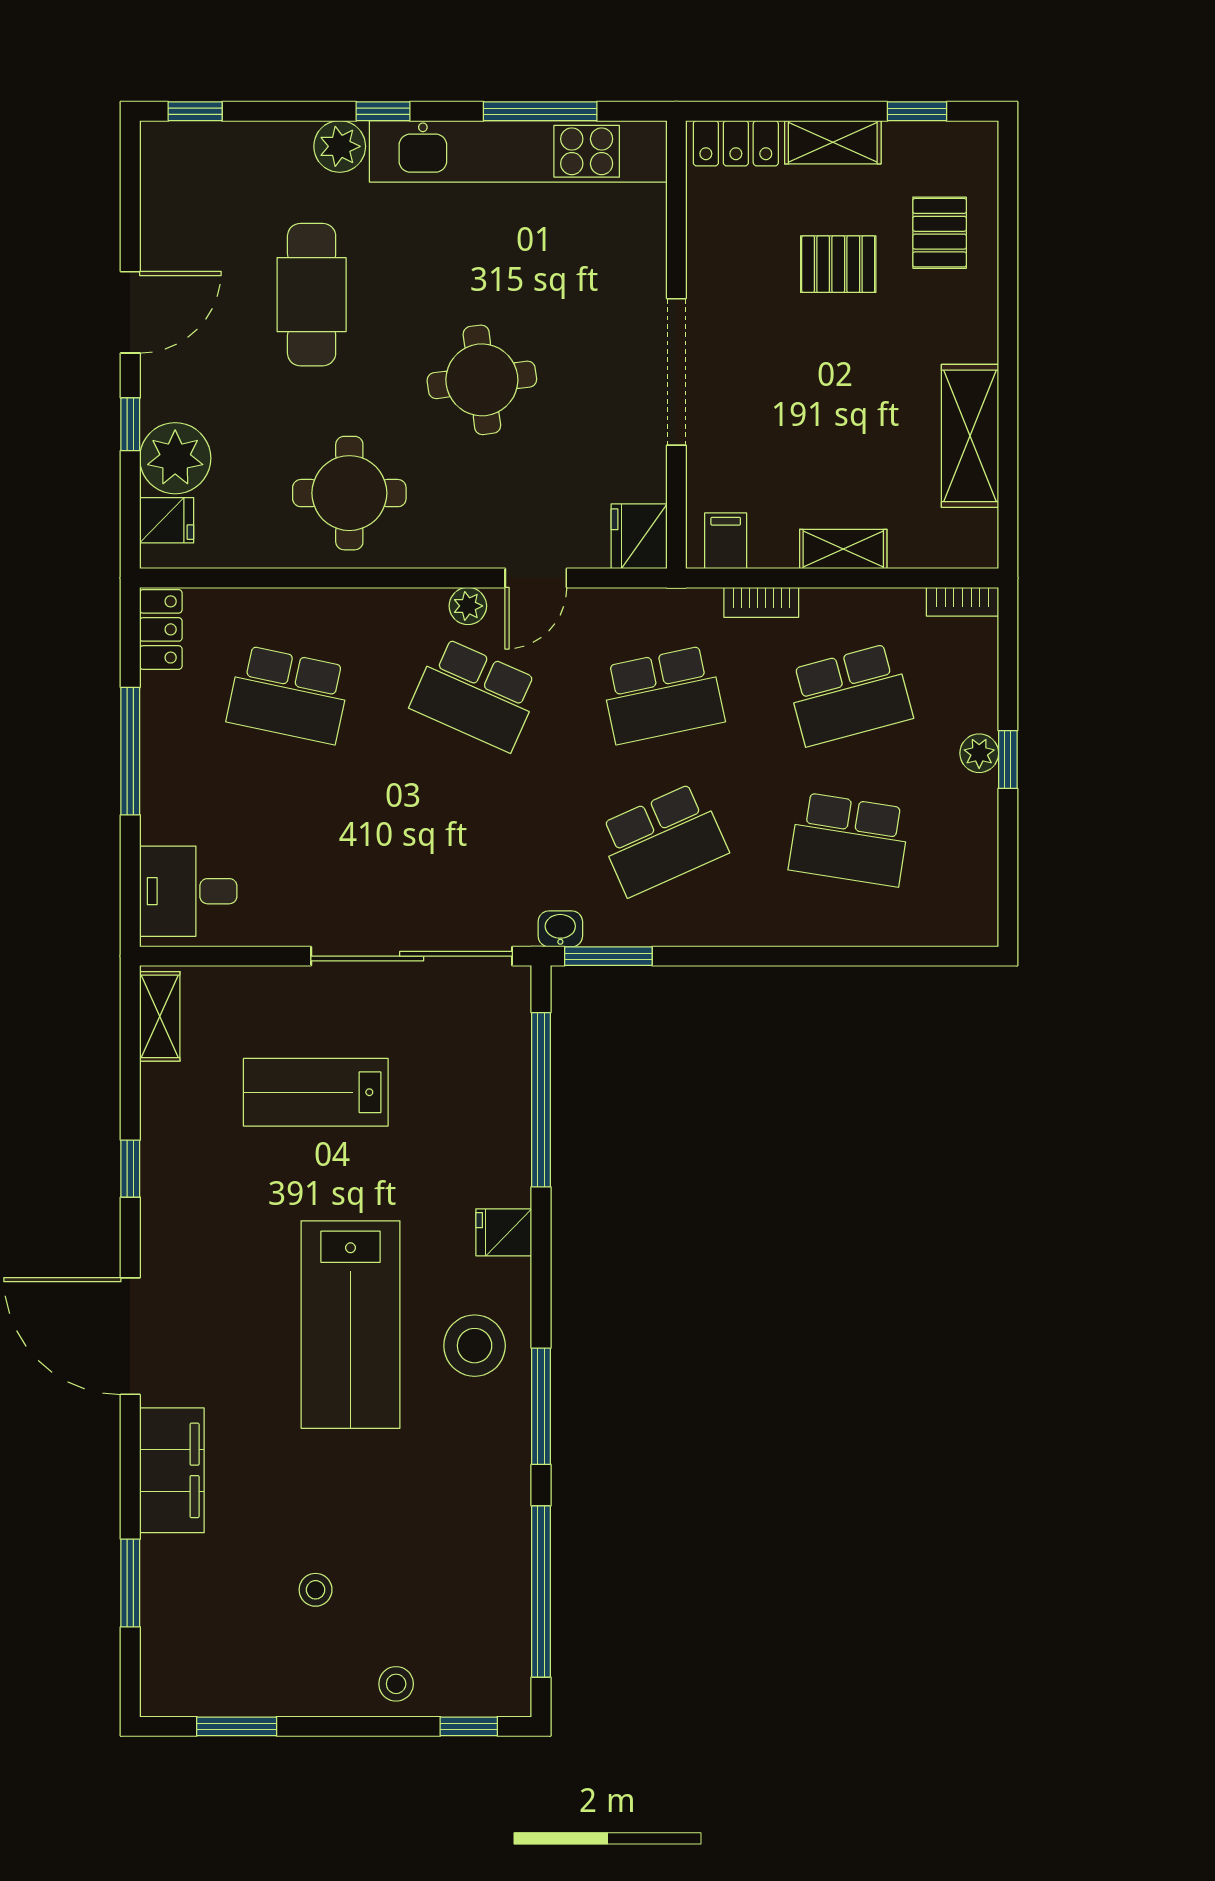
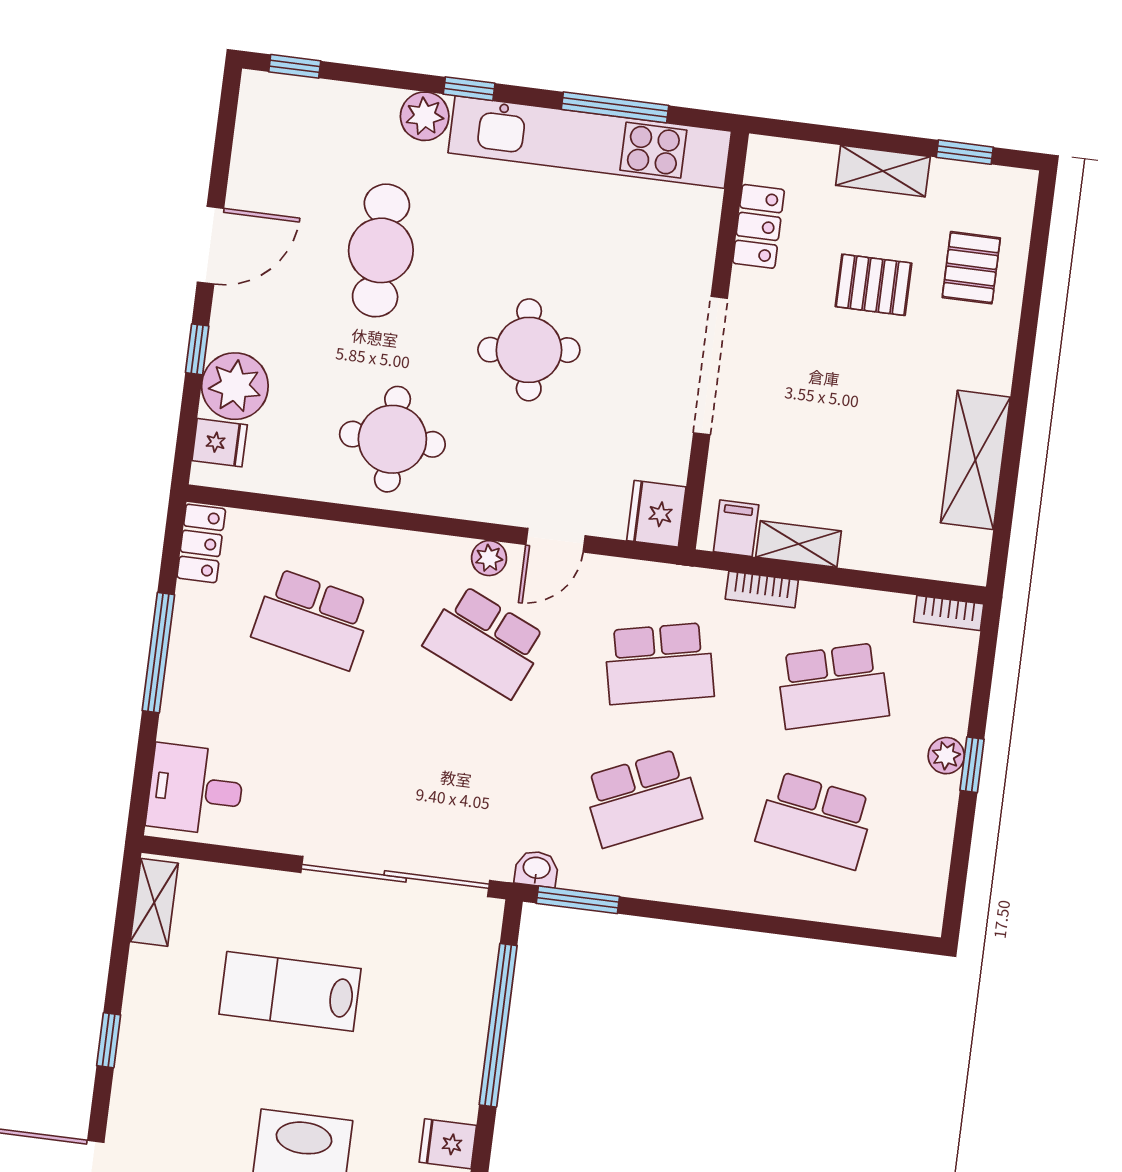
locker: (736, 143) -> (759, 226), moved, turned -90
shelving: (843, 549) -> (799, 544), moved

